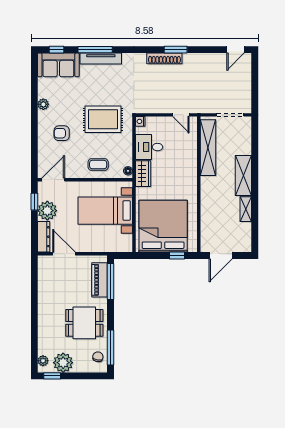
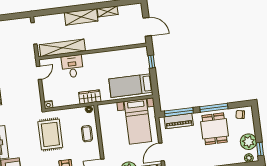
desk: (149, 147) -> (72, 66), moved, turned 180
bed with nightstands: (105, 211) -> (138, 122), moved
bed: (163, 226) -> (131, 86), width x0.49
window: (111, 348) -> (214, 108), moved

